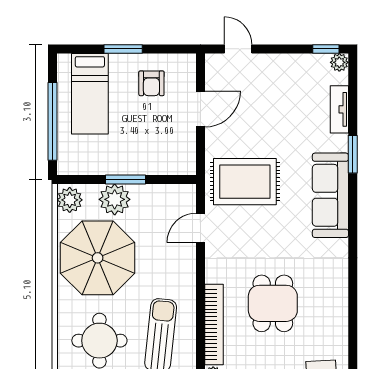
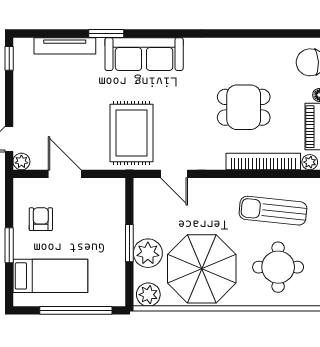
plant: (339, 62) -> (21, 162), moved
armchair: (151, 83) -> (41, 219), turned -90
tv unit: (339, 109) -> (65, 46), width x1.41

